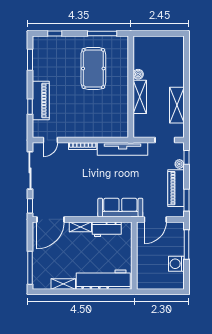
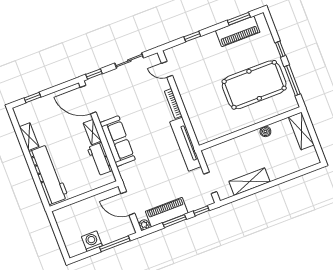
window: (55, 33) -> (280, 49), moved
pool table: (93, 68) -> (254, 85), width x1.36, depth x1.32
shelving: (140, 97) -> (301, 131), moved, turned 90
piano: (41, 101) -> (238, 31), moved
plant: (179, 164) -> (144, 225), moved
sliding door: (30, 170) -> (129, 61), width x0.73
window: (186, 200) -> (175, 221), moved
sofa: (120, 208) -> (118, 141), moved
window: (30, 268) -> (33, 98), width x0.46

